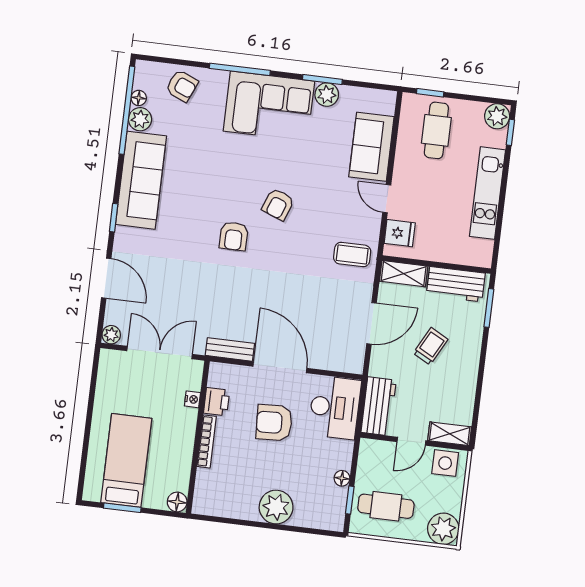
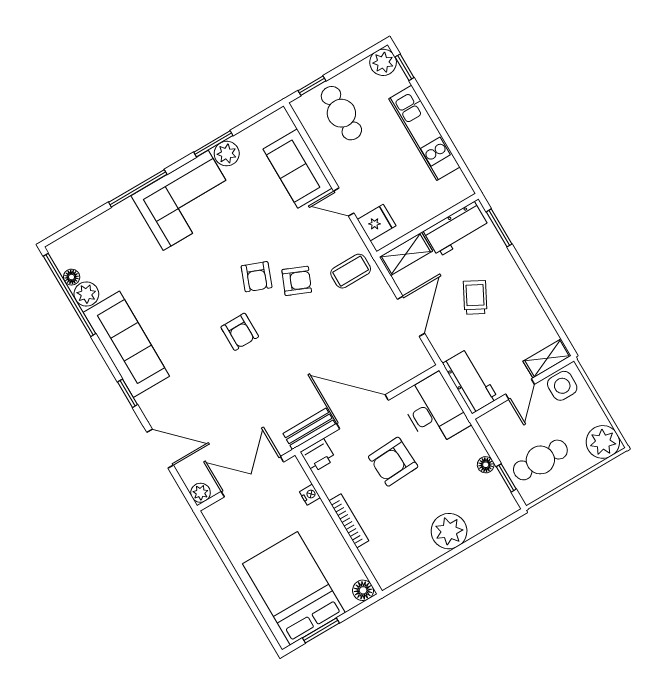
armchair: (182, 86) -> (297, 281), moved
printer: (217, 402) -> (318, 456), moved, turned 90
bed: (126, 460) -> (294, 588), width x1.50

